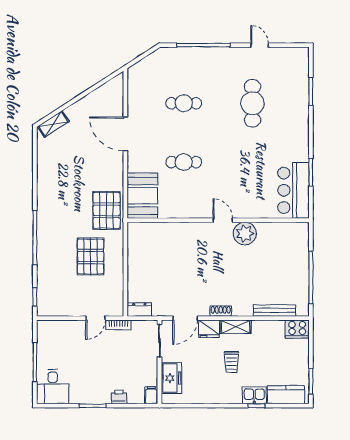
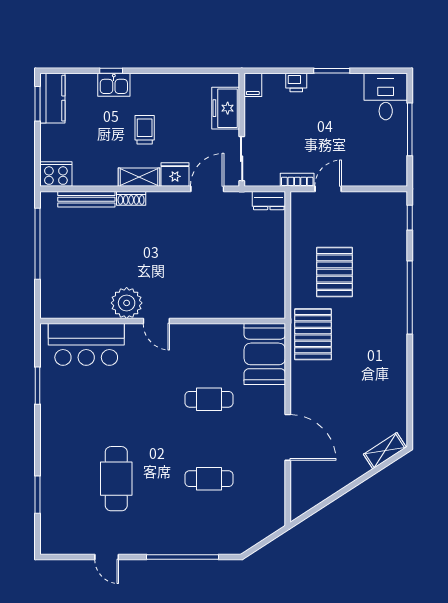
bar counter: (293, 190) -> (86, 344), moved, turned 90
shoe rack: (221, 311) -> (131, 198), moved
kitchen counter: (286, 395) -> (52, 98), moved, turned -90

